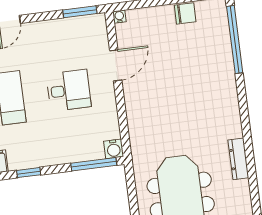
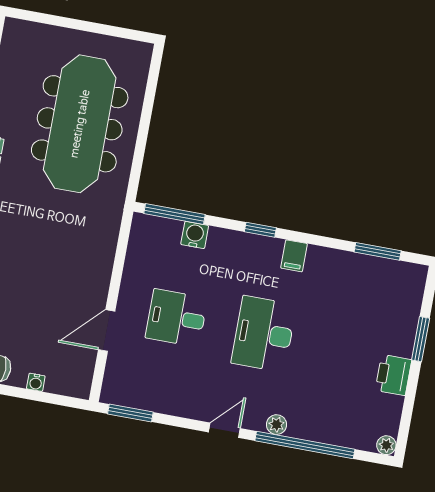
water cooler: (119, 17) -> (36, 382), moved
water cooler: (114, 149) -> (195, 235), moved

